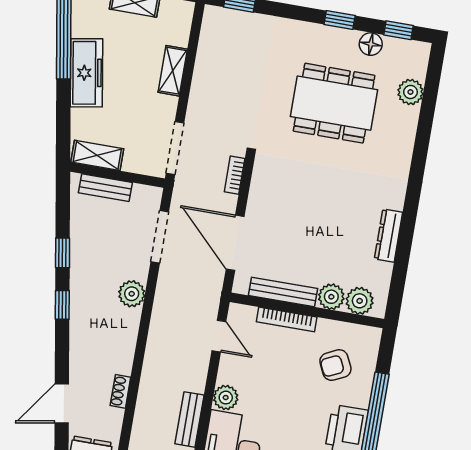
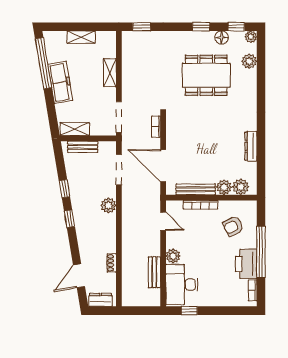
plant: (420, 51) -> (251, 37), added

